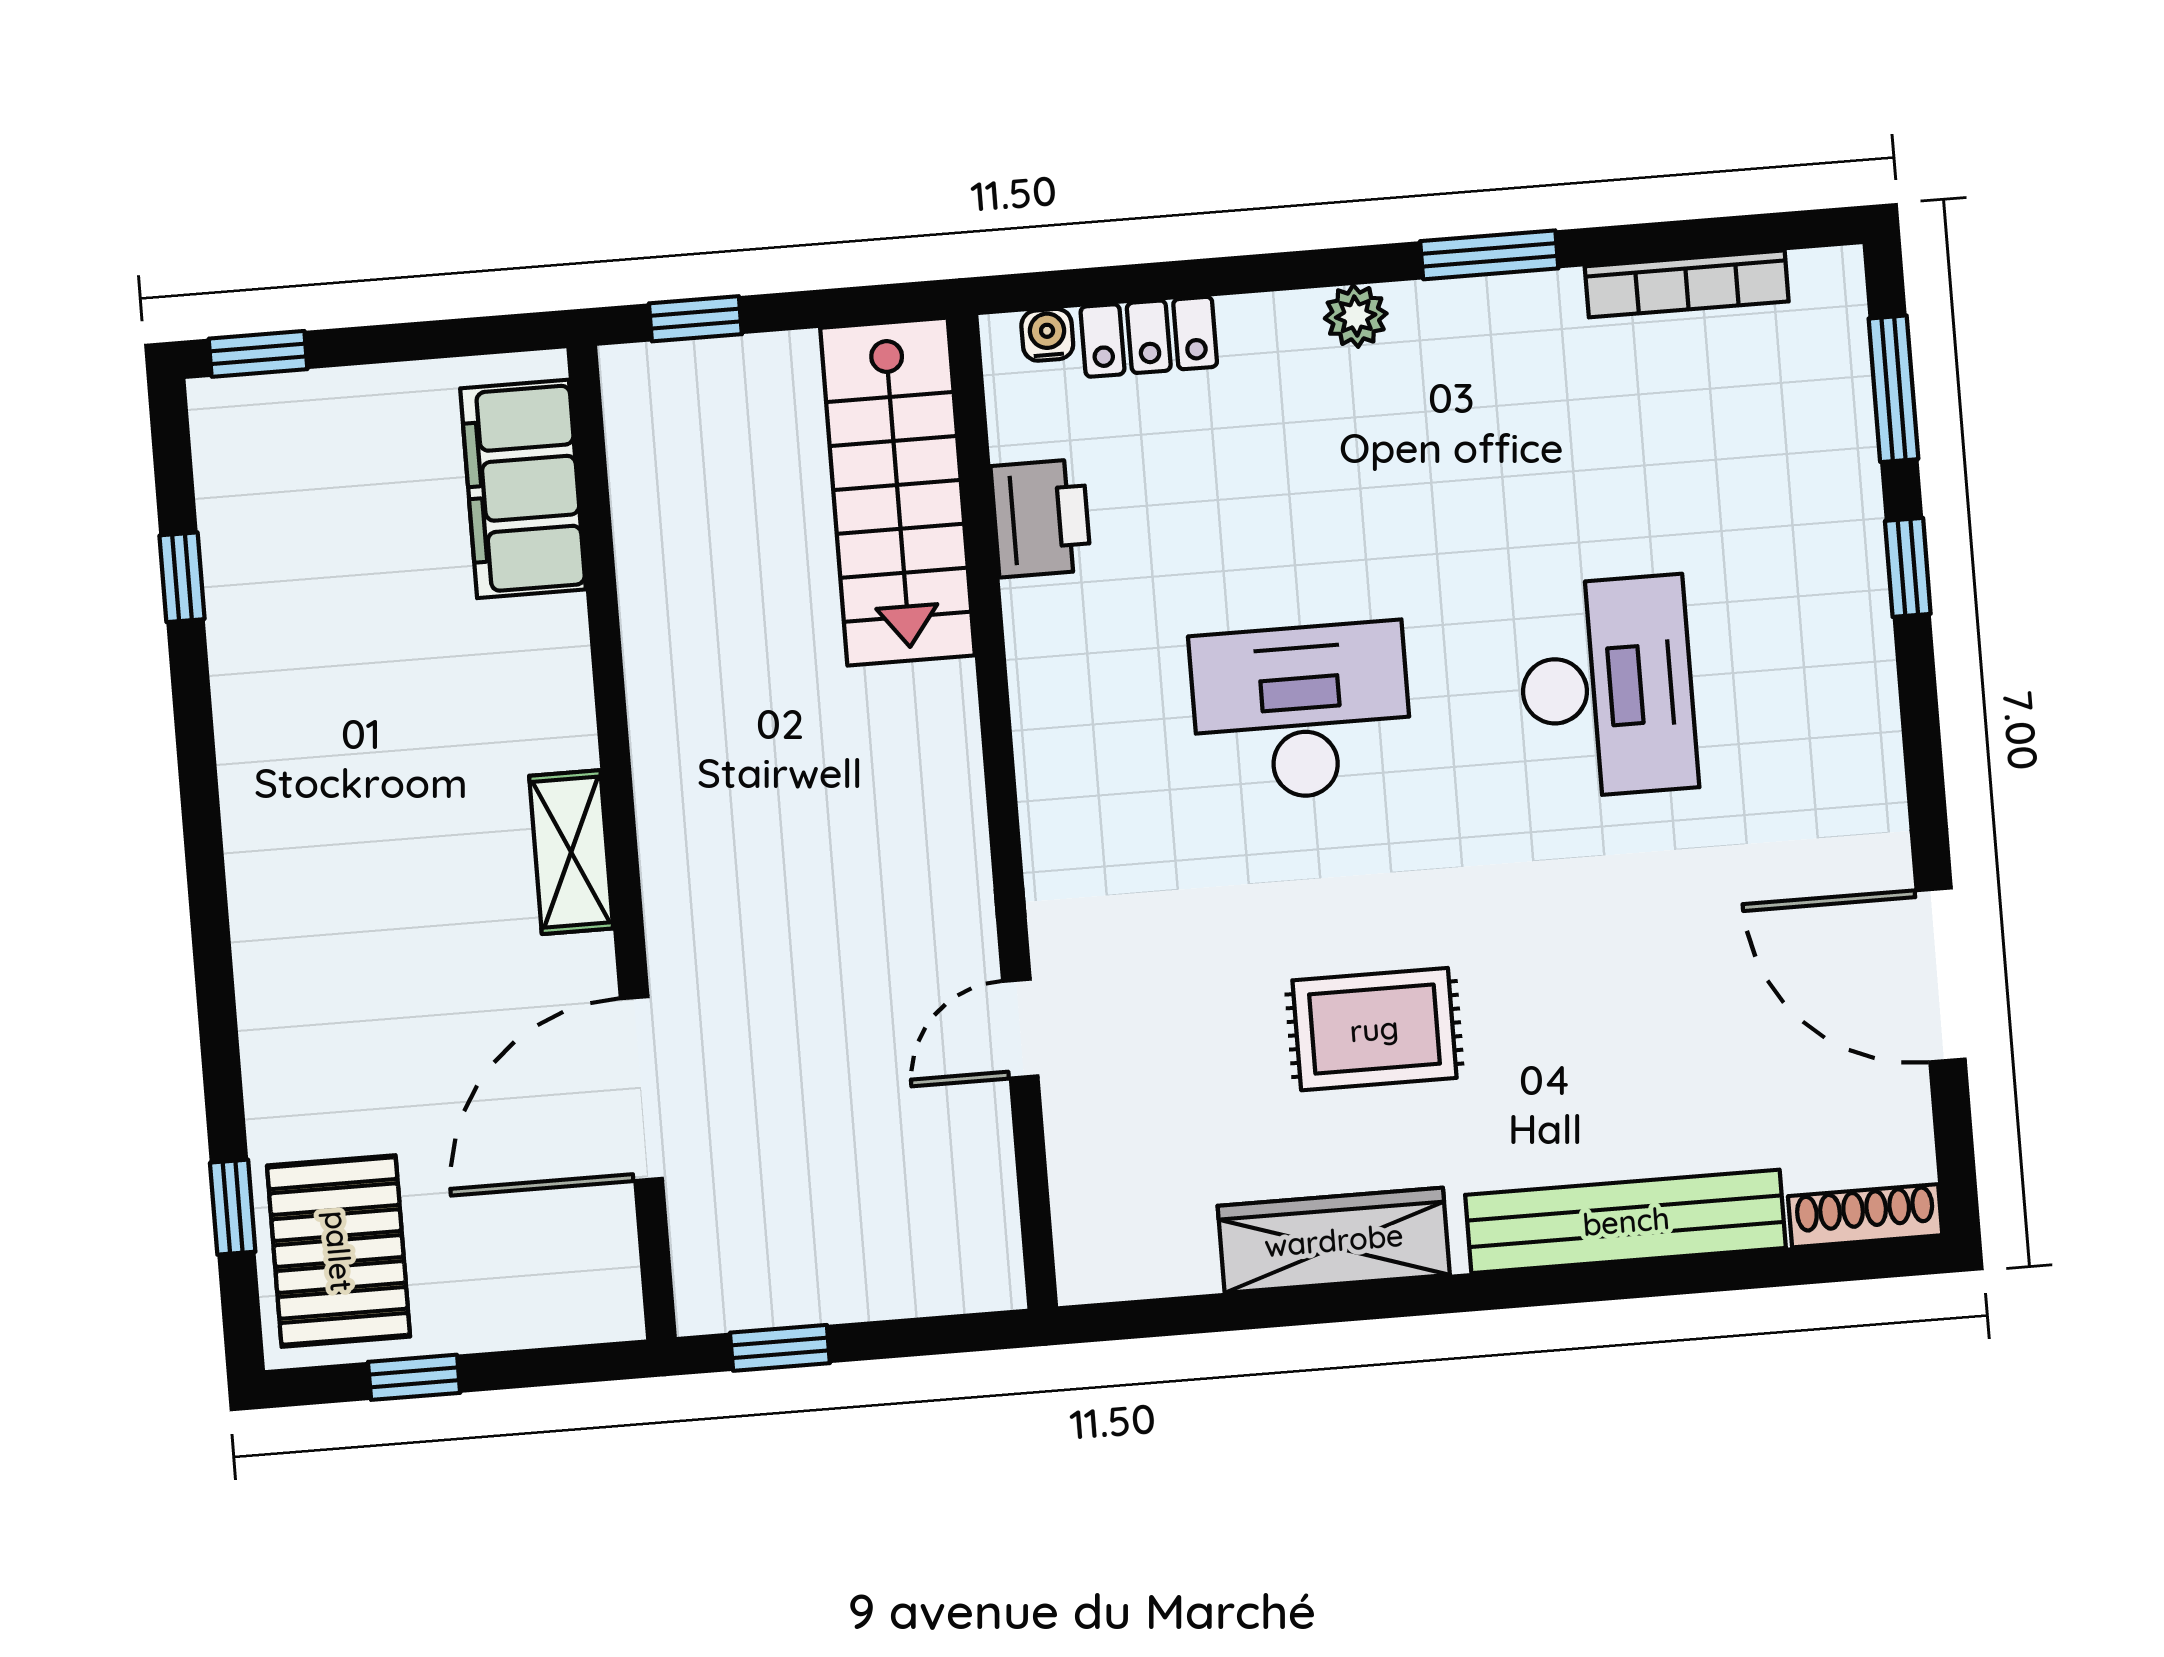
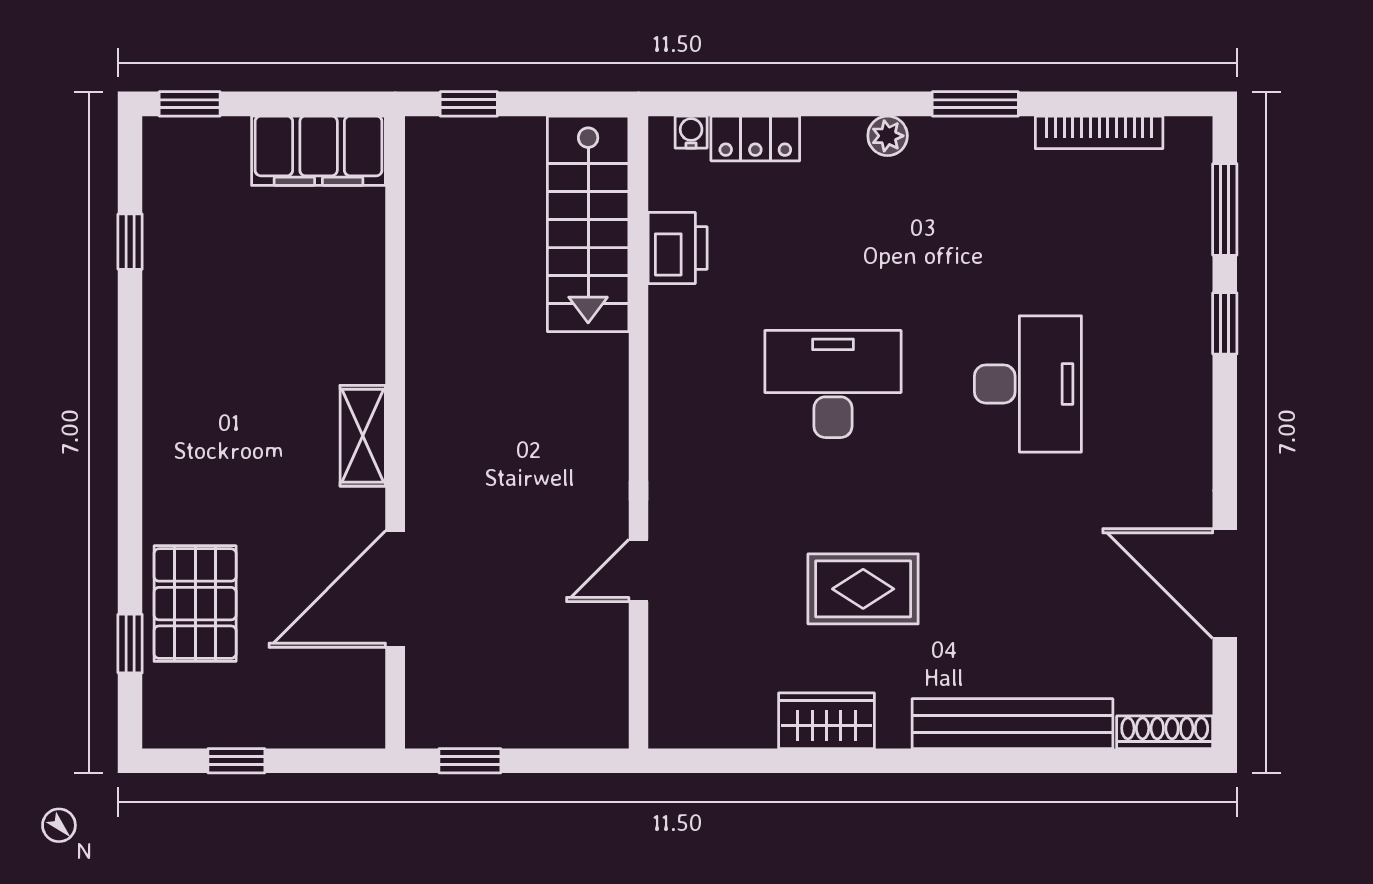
filing cabinet: (523, 489) -> (319, 151), moved, turned -90
wardrobe: (1334, 1240) -> (826, 721), width x0.67
pallet: (339, 1251) -> (195, 604), moved

